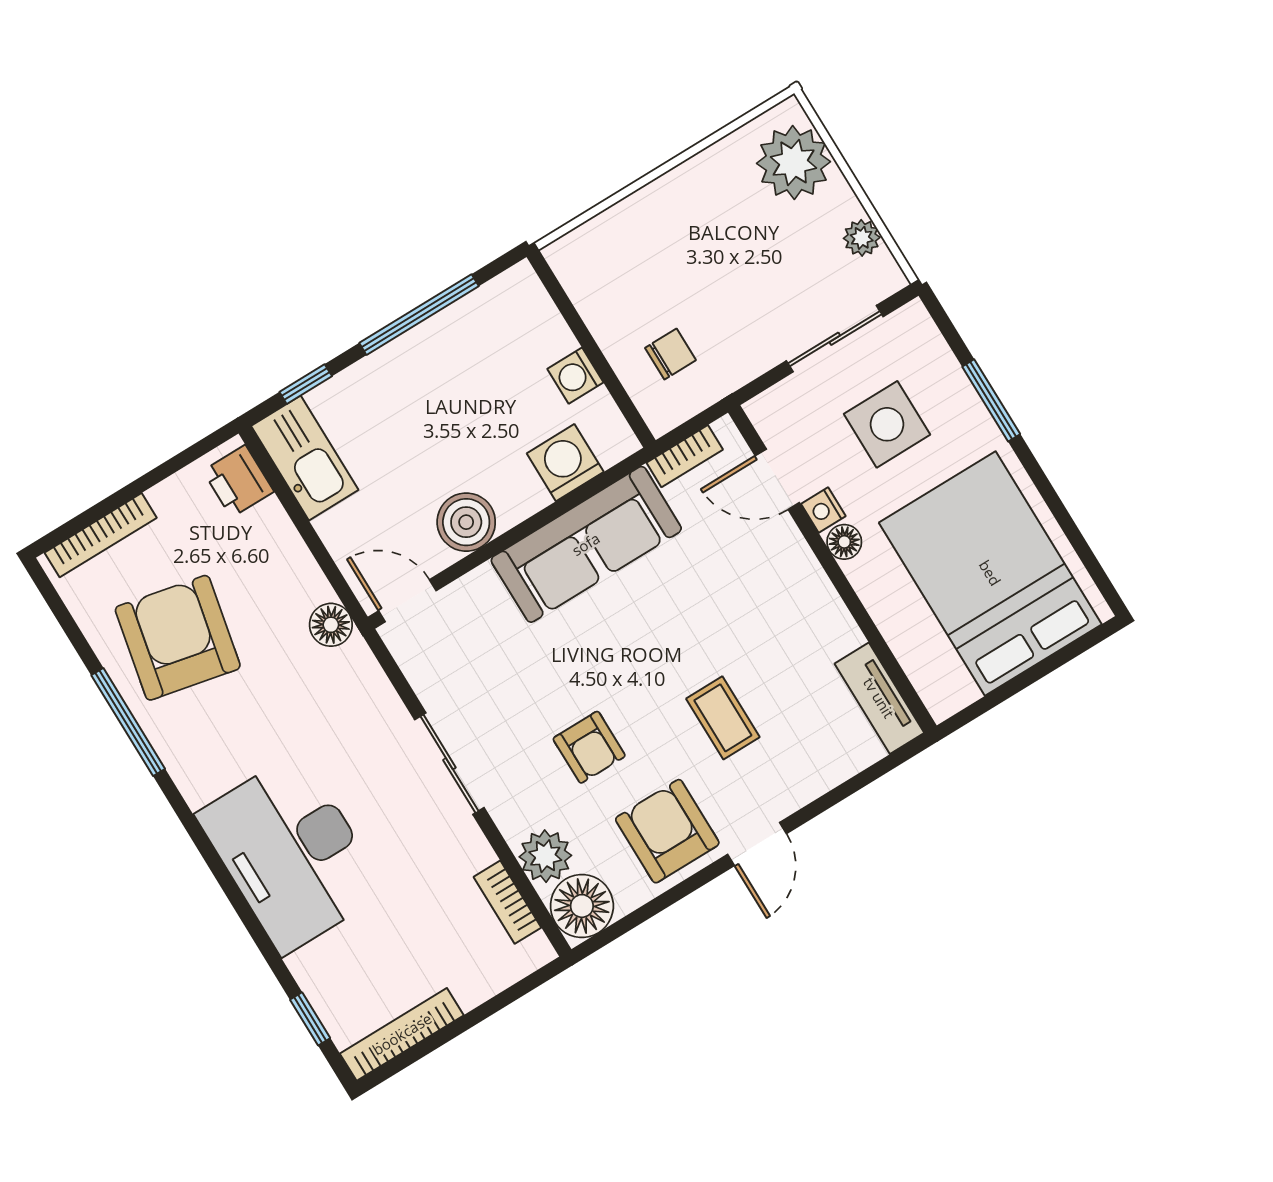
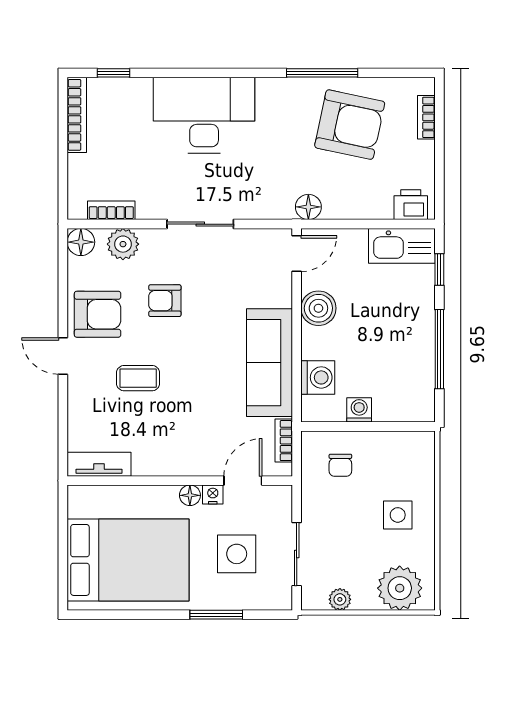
side table: (691, 229) -> (398, 515), added
bookcase: (101, 535) -> (426, 117), width x0.64
floor lamp: (582, 906) -> (81, 242), width x0.73, depth x0.73

